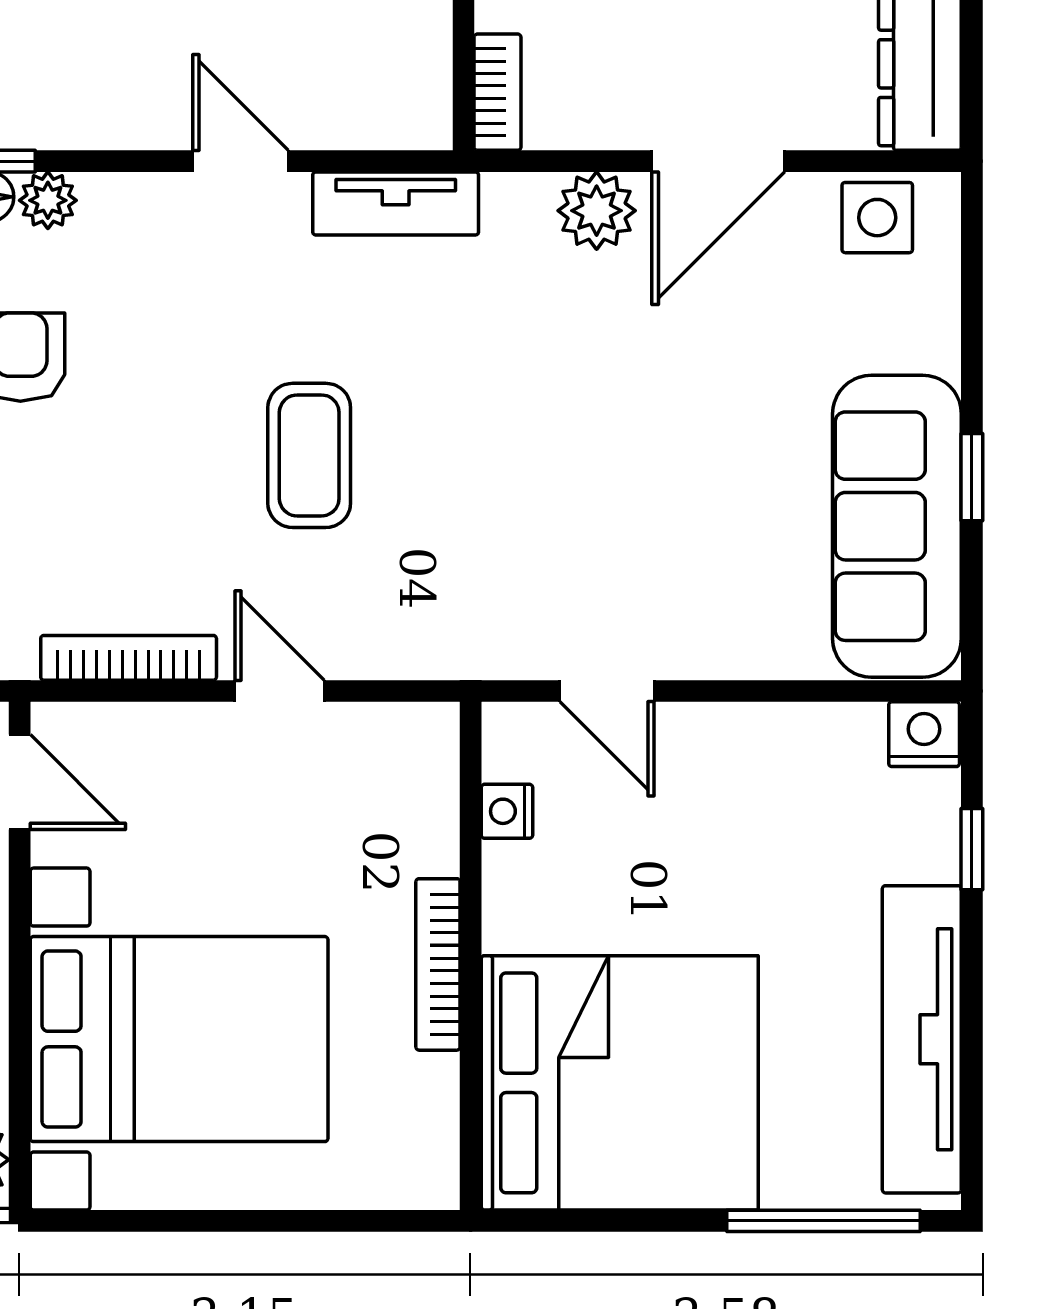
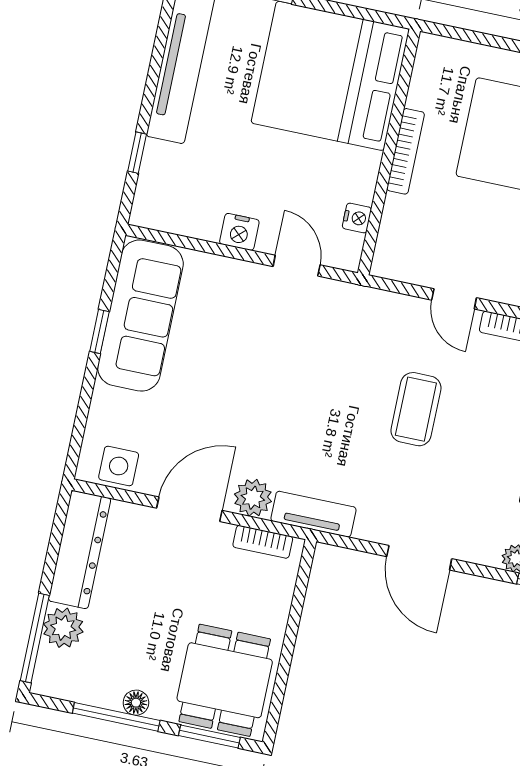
bookcase: (498, 92) -> (263, 542), moved, turned -90
door: (241, 161) -> (419, 558), width x1.38
tv unit: (396, 204) -> (313, 514), moved
nightstand: (924, 734) -> (239, 232), moved

